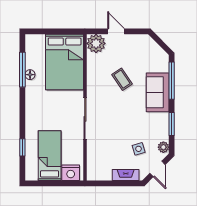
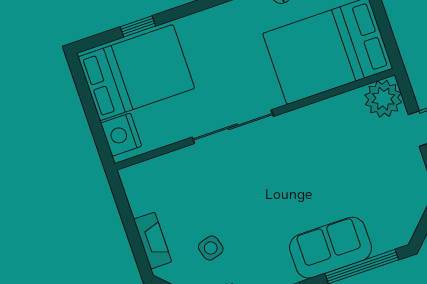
coffee table: (122, 79) -> (332, 171), removed
bed: (50, 156) -> (136, 73), width x1.50

